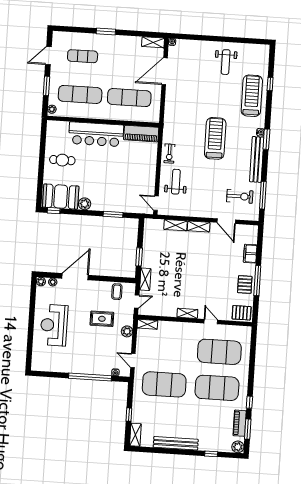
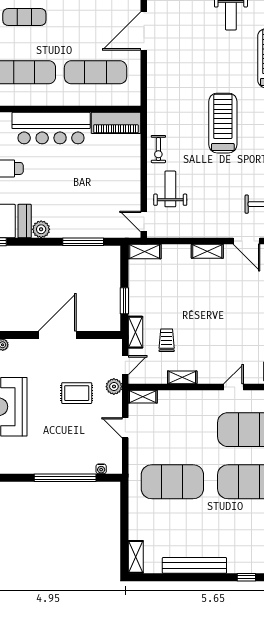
window: (113, 214) -> (83, 242), width x1.44
shelving: (175, 225) -> (145, 252), moved
door: (75, 277) -> (57, 335), moved
trolley: (167, 286) -> (167, 340), added
coffee table: (117, 292) -> (96, 353), removed
shelving: (187, 313) -> (182, 377), moved
door: (211, 322) -> (233, 387), hinge flipped
plant: (127, 331) -> (114, 387), moved
door: (133, 361) -> (125, 428), moved
window: (129, 415) -> (124, 528), removed

